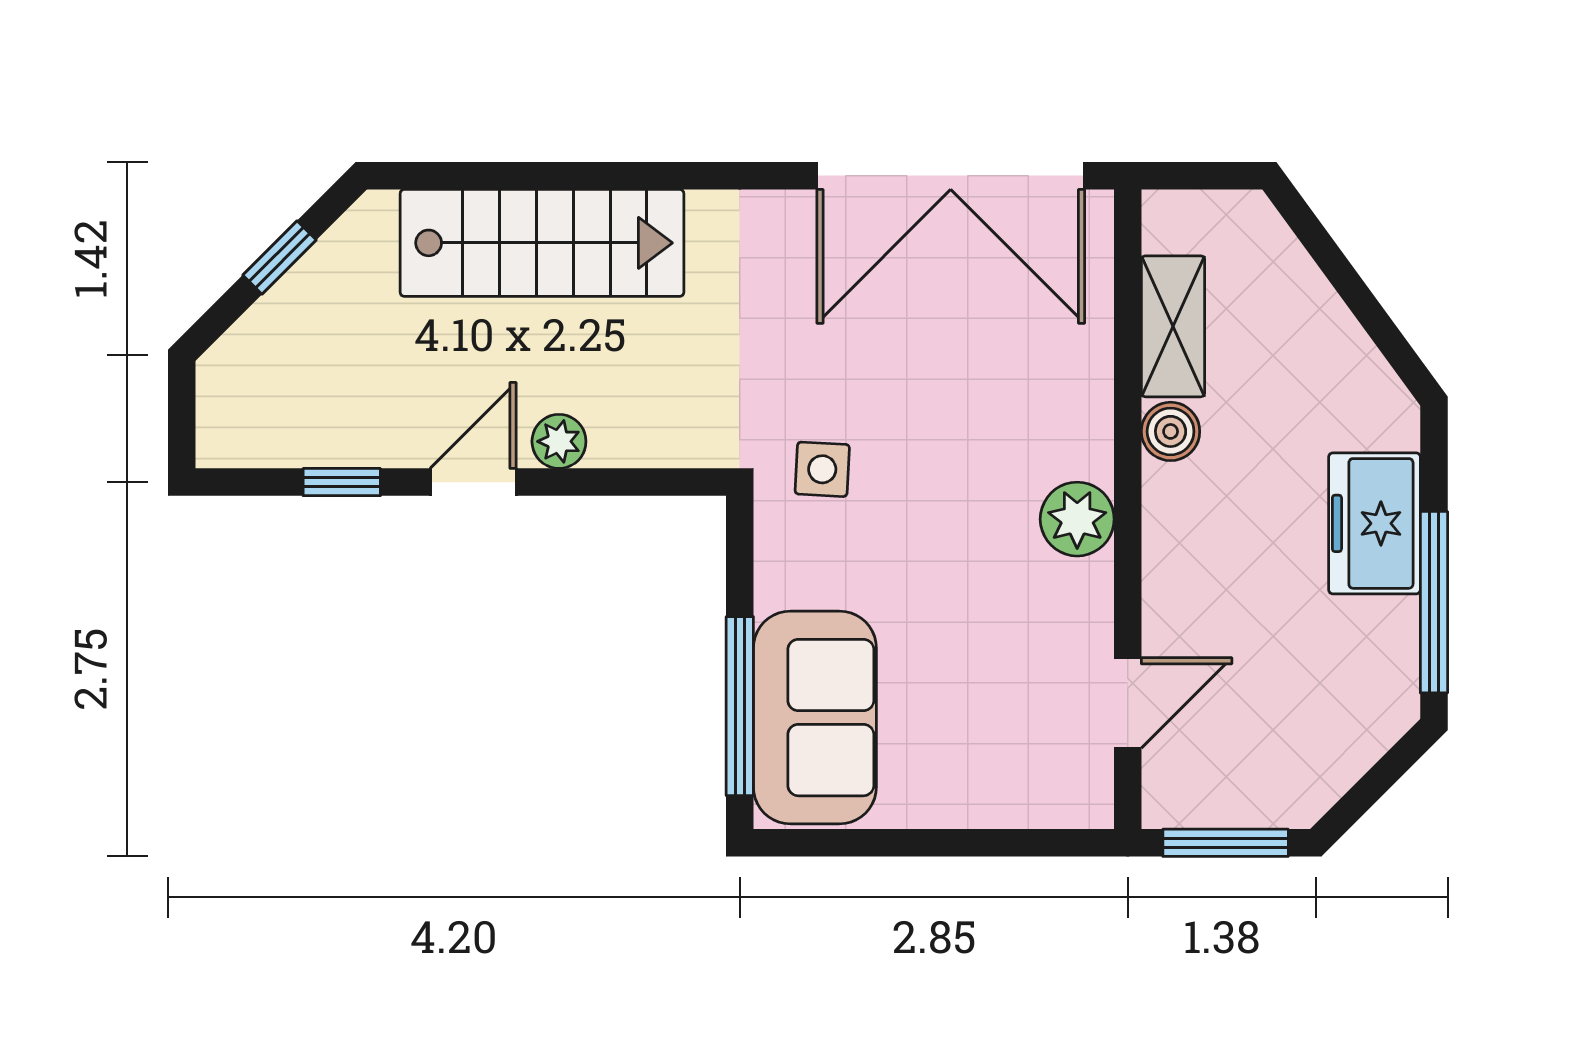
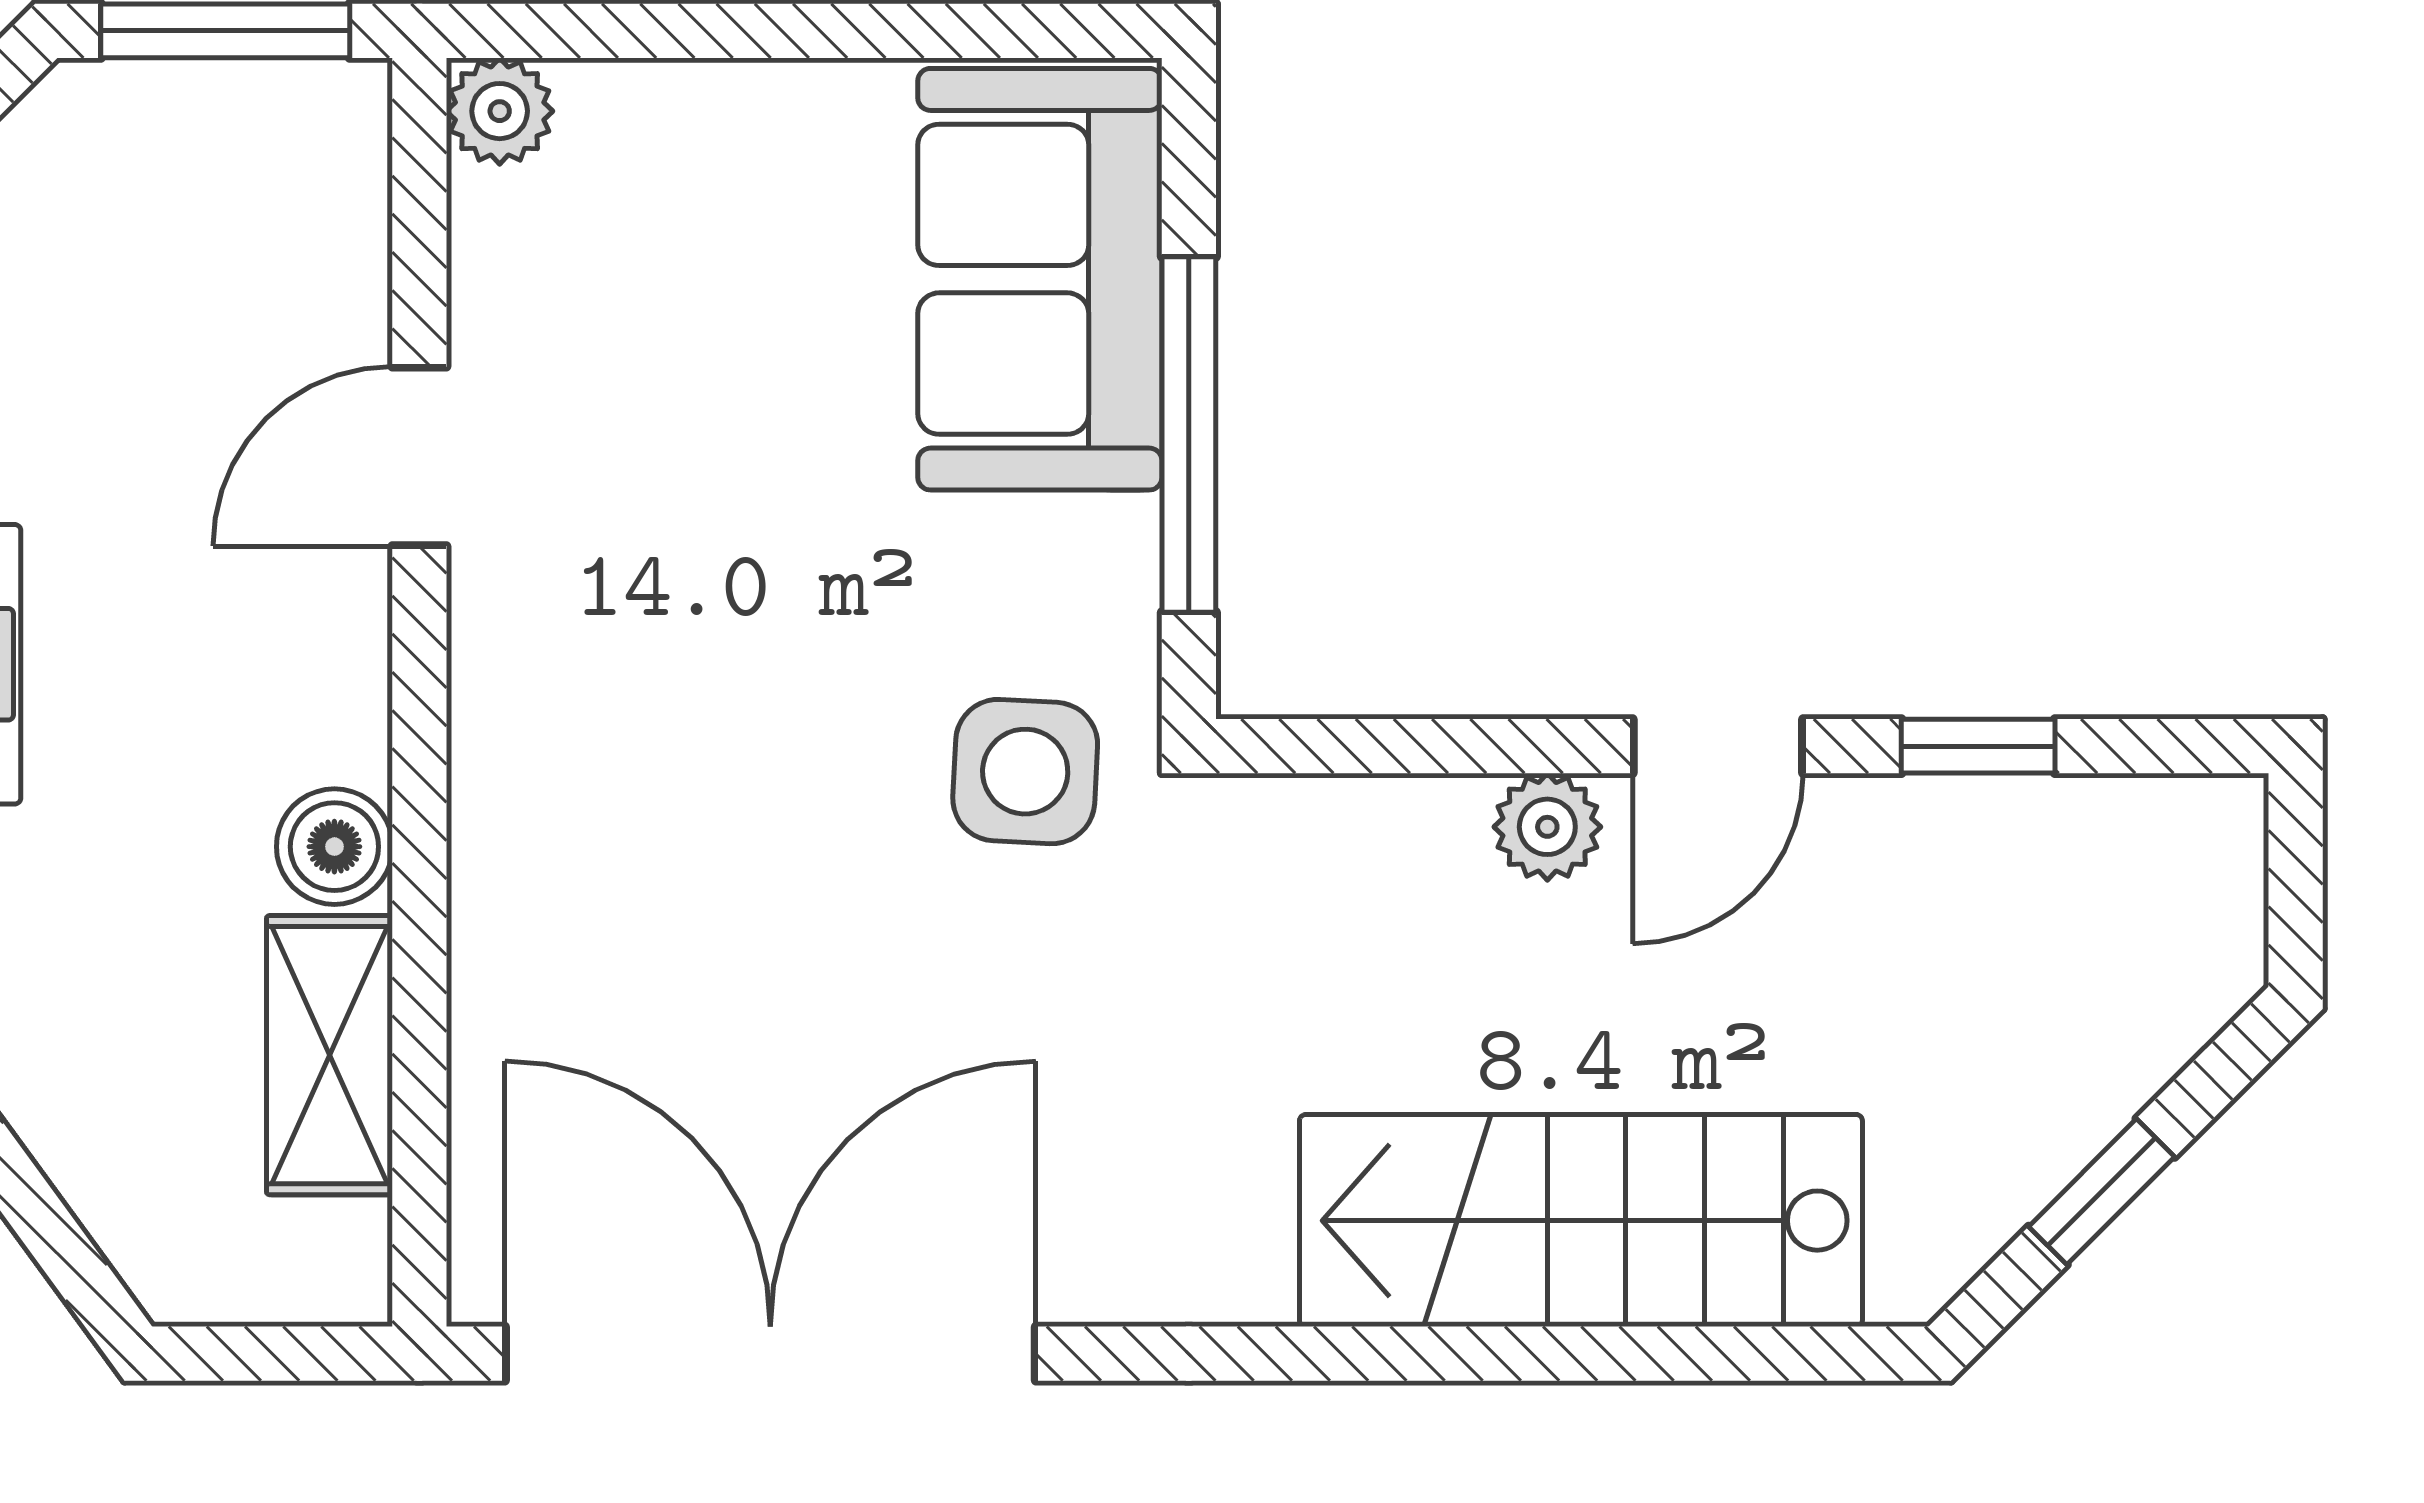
side table: (822, 469) -> (1025, 772), width x1.37, depth x1.37
plant: (1077, 519) -> (500, 111), moved, width x0.73, depth x0.73
door: (1128, 703) -> (419, 456), moved
window: (740, 706) -> (1189, 435), moved

